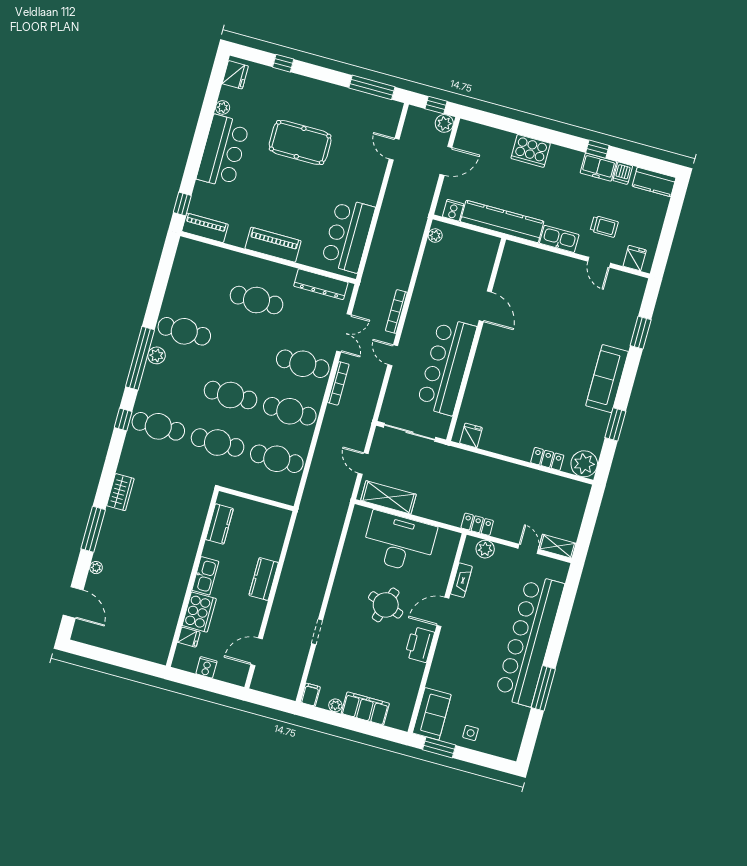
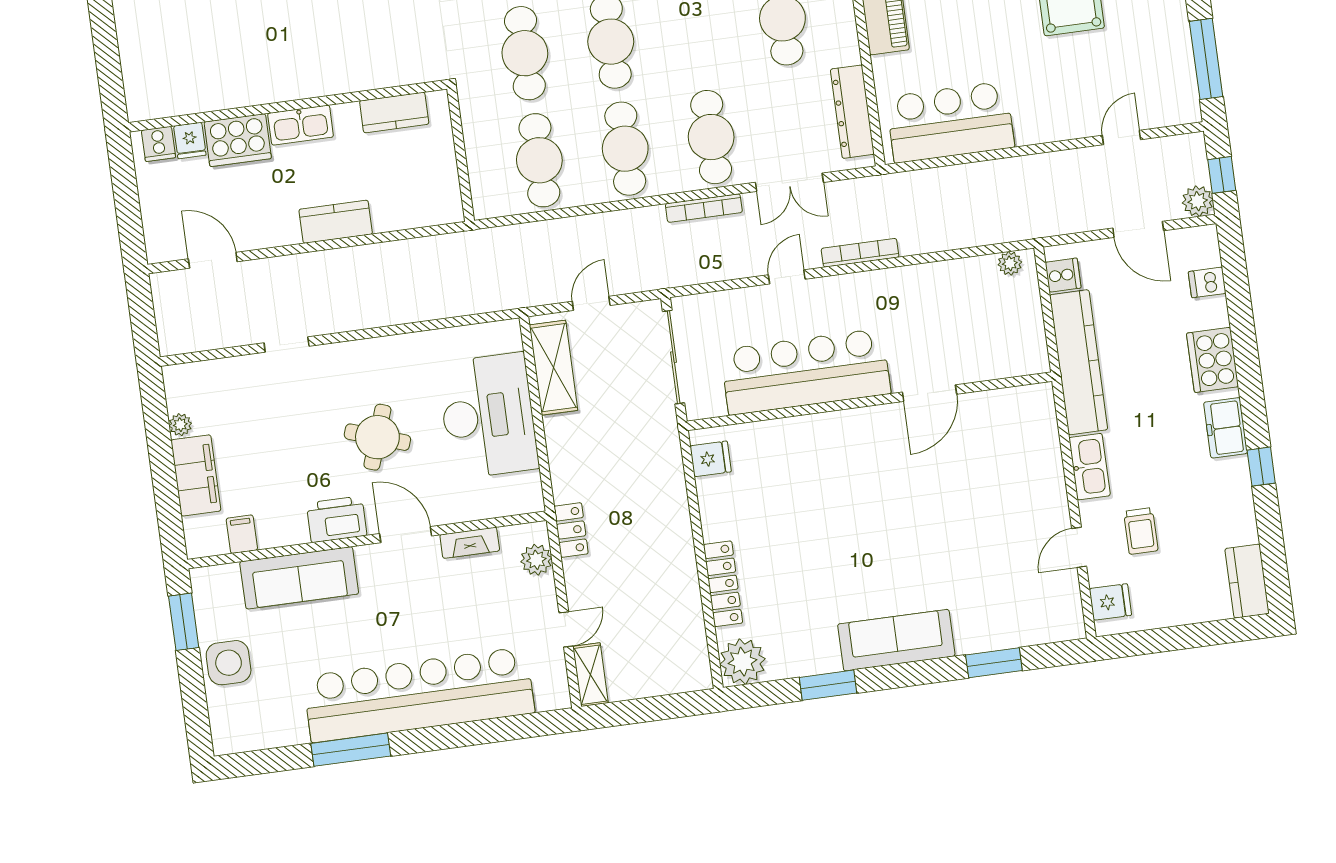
freezer: (598, 167) -> (1226, 428), moved
dishwasher: (623, 173) -> (1207, 282), moved
locker: (547, 459) -> (723, 584), width x1.53
cooker: (206, 667) -> (158, 144), moved, turned 90
filing cabinet: (310, 695) -> (242, 534), moved, turned -90
sofa: (432, 714) -> (299, 578), moved, width x1.36
side table: (471, 733) -> (229, 663), width x1.87, depth x1.87

